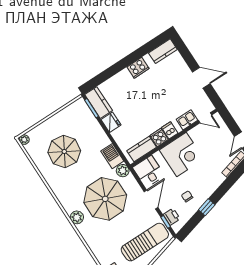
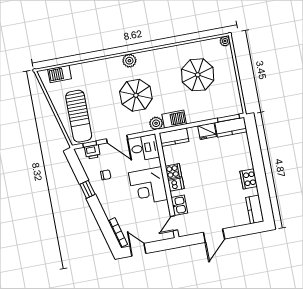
kitchen counter: (142, 149) -> (174, 137), moved, turned 90
parasol: (105, 199) -> (136, 95), width x0.73, depth x0.73

